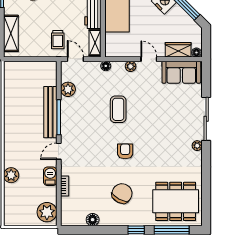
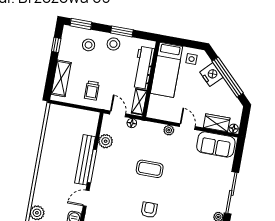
trolley: (58, 40) -> (92, 90), moved
floor lamp: (106, 66) -> (132, 123), moved
coffee table: (118, 109) -> (150, 169), turned 90

